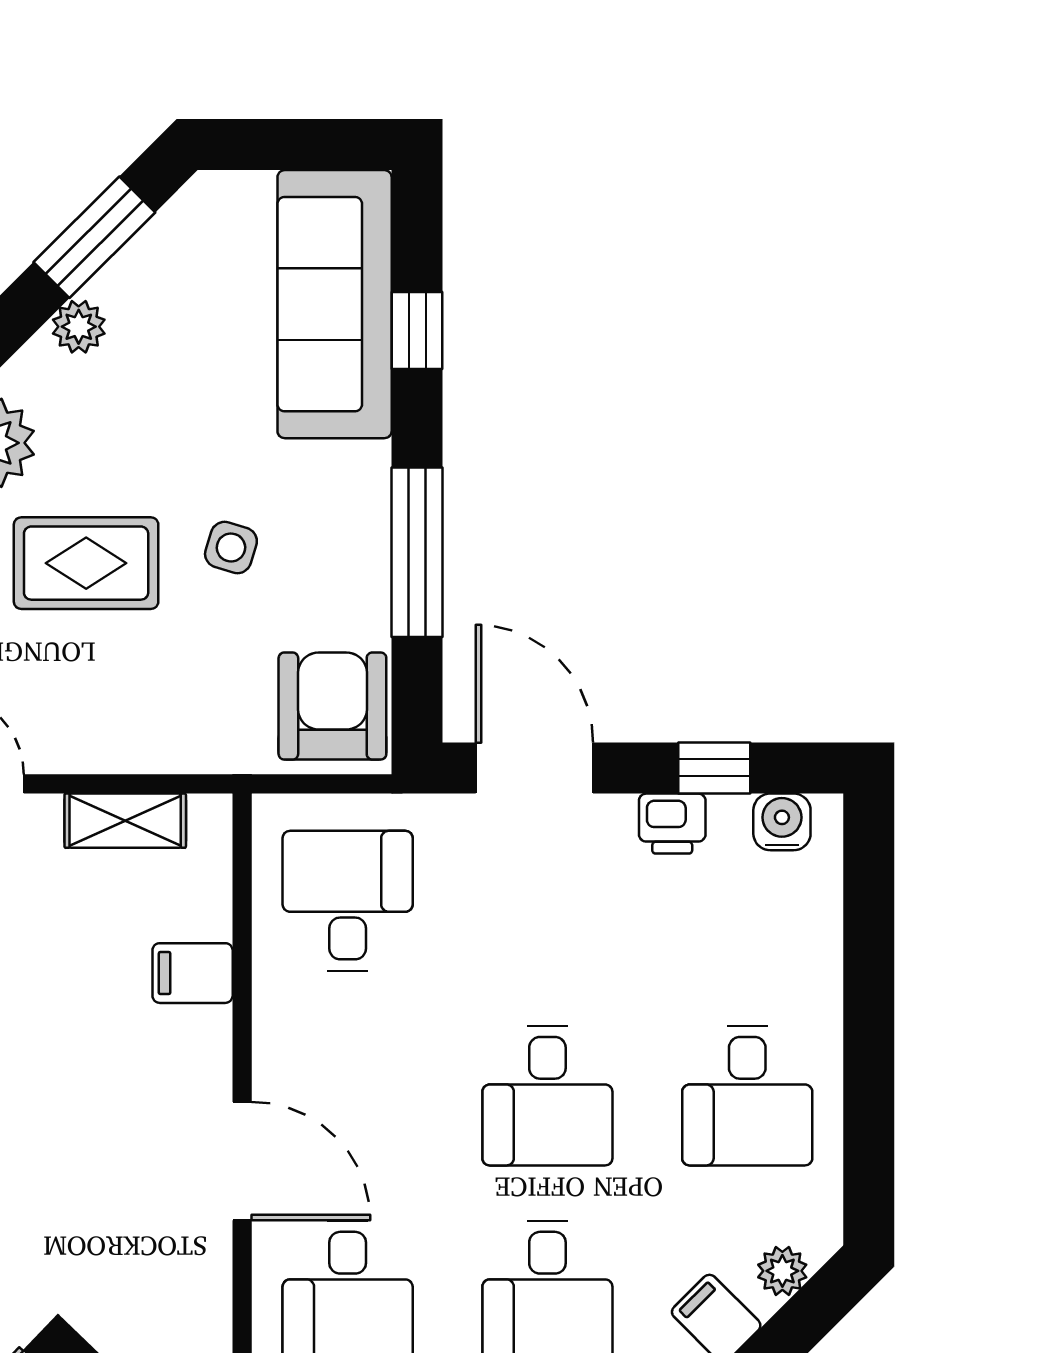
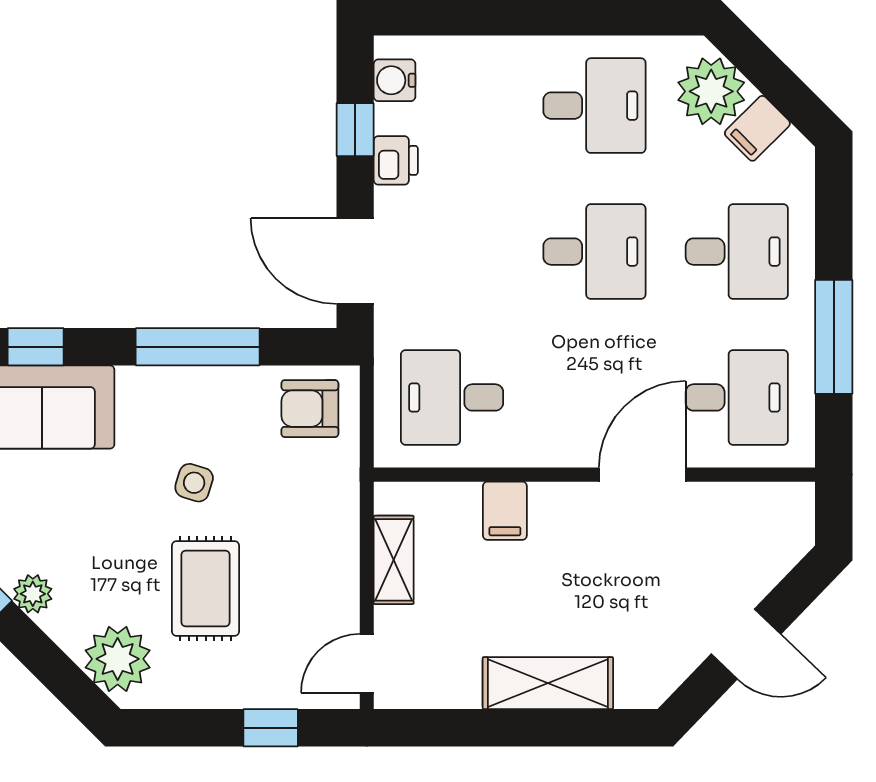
armchair: (332, 706) -> (310, 409), width x0.72, depth x0.72
door: (534, 768) -> (355, 261), hinge flipped
plant: (782, 1271) -> (711, 91), width x1.88, depth x1.88

